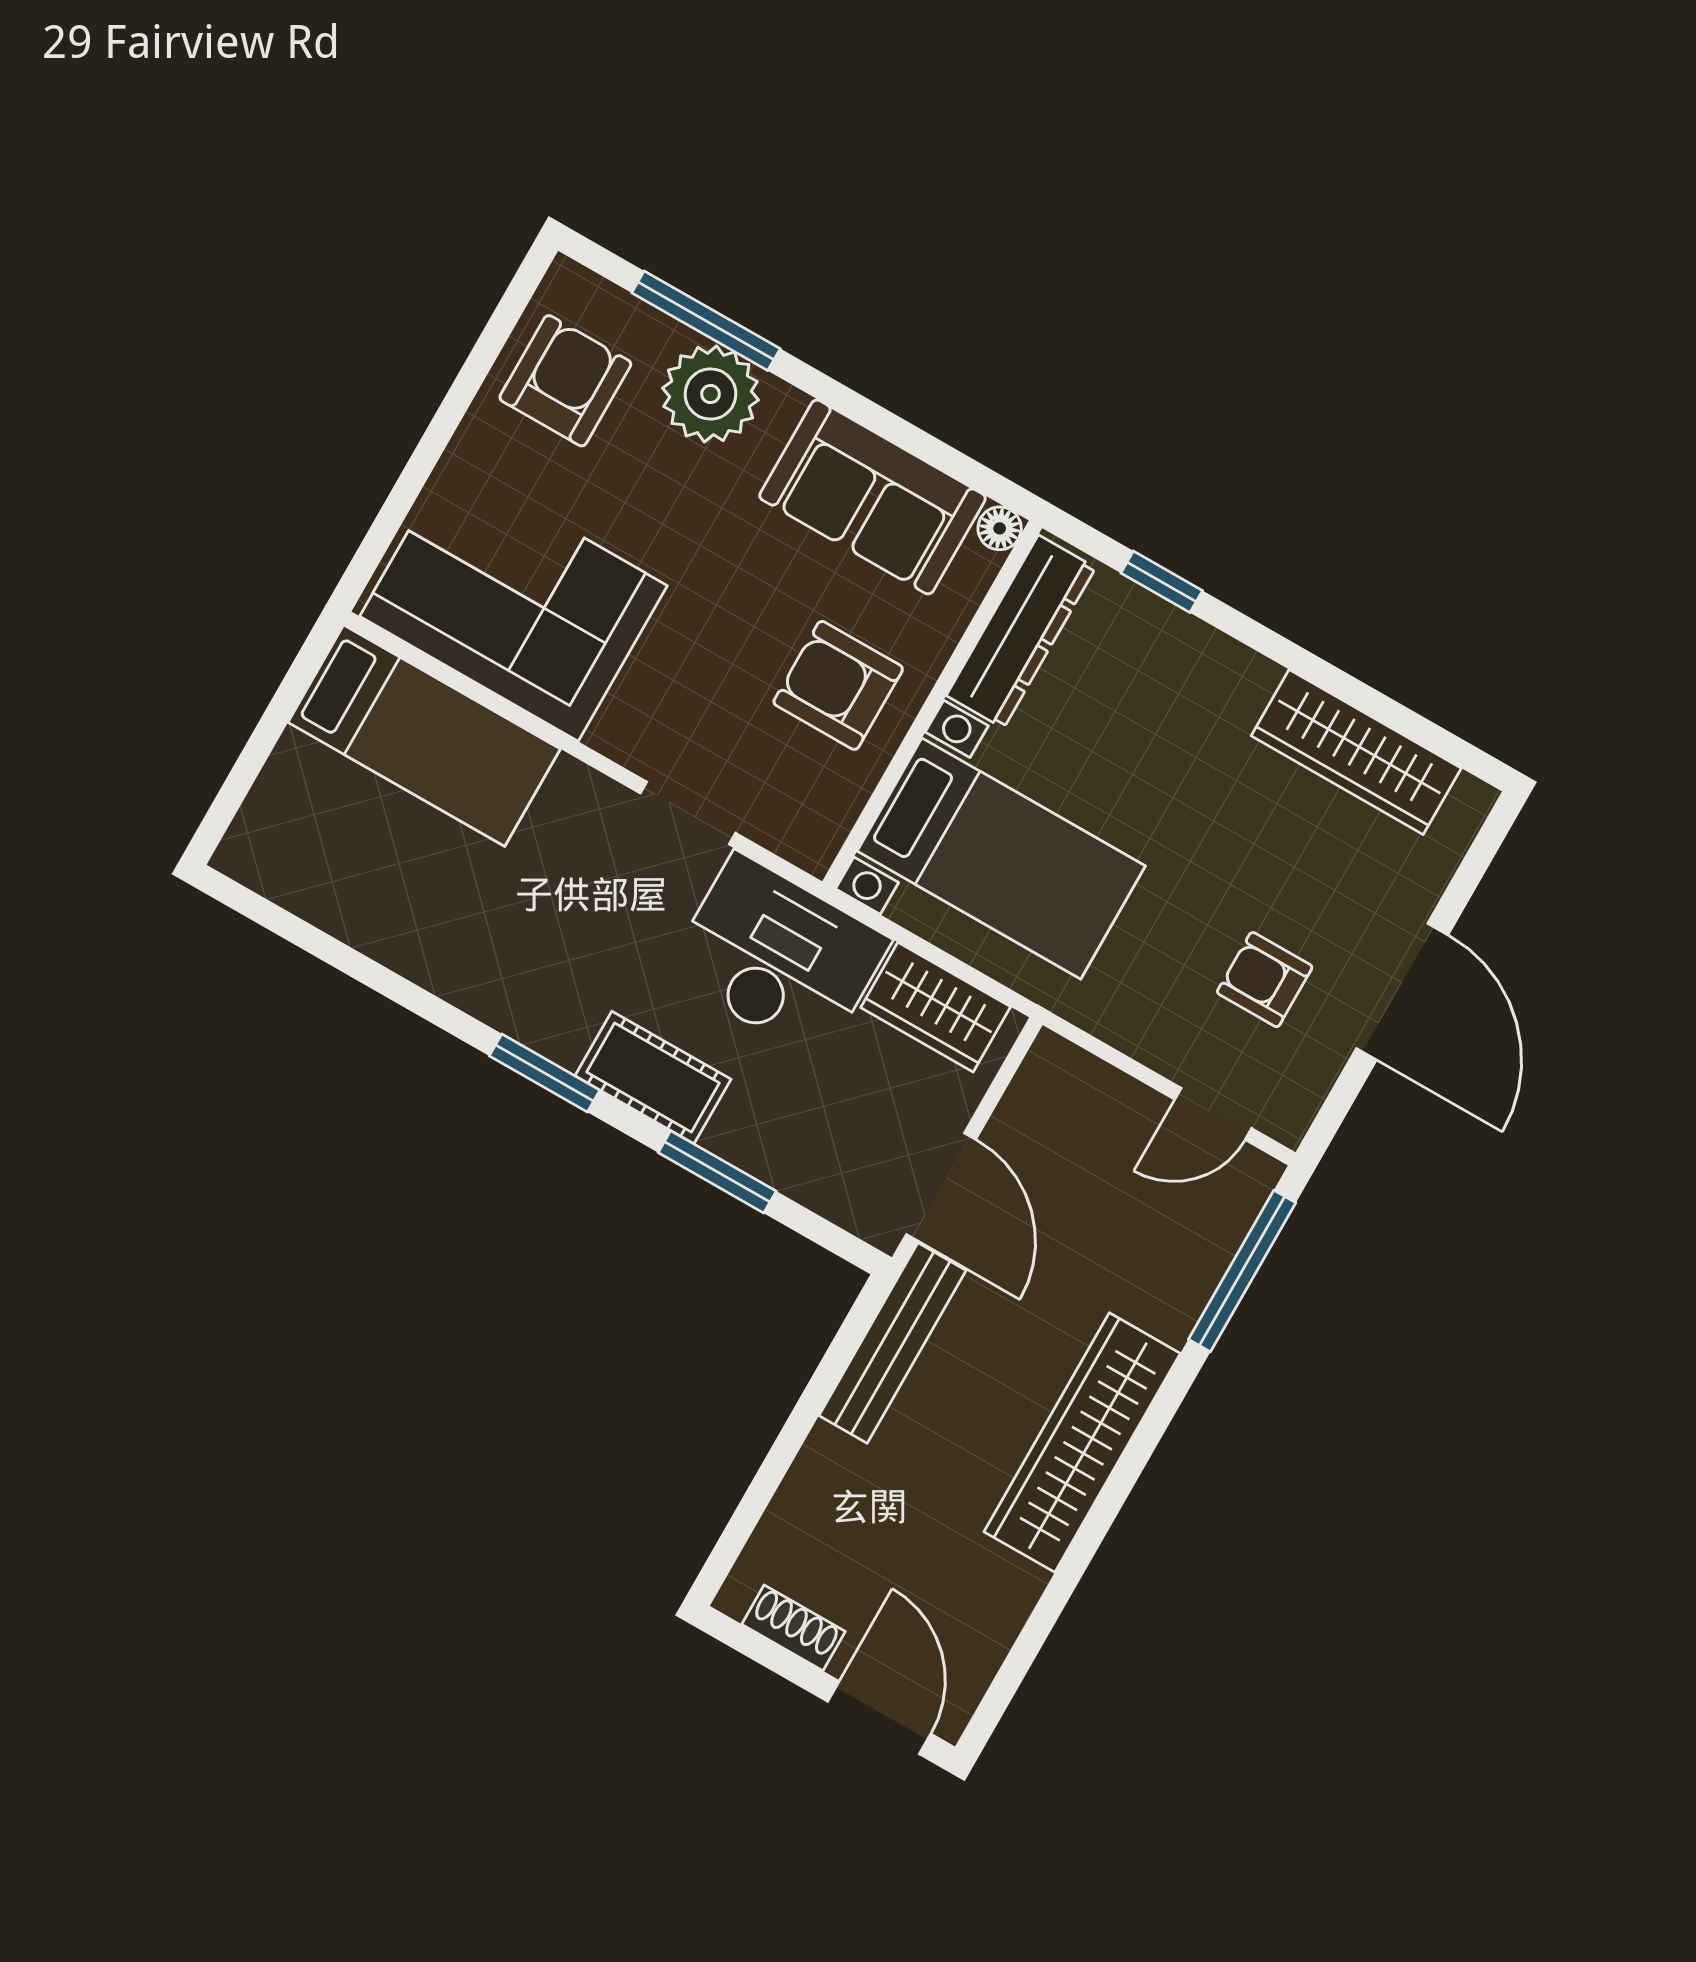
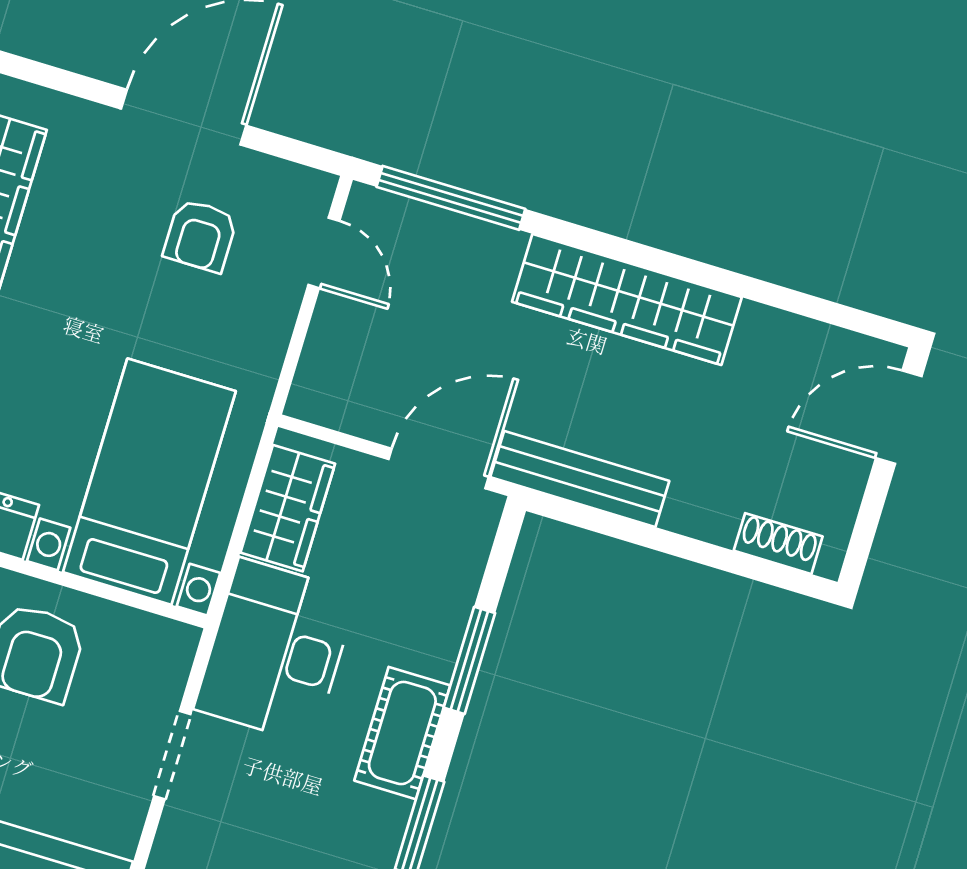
shoe rack: (794, 1628) -> (778, 544), moved, turned 90

